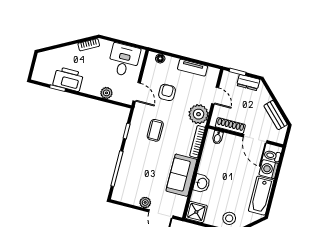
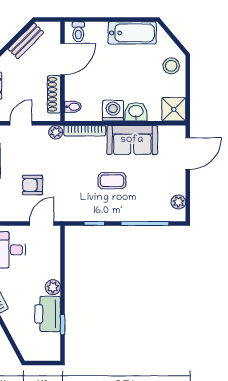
plant: (106, 93) -> (53, 287), moved
plant: (199, 114) -> (56, 132), width x0.53, depth x0.53
coffee table: (155, 130) -> (112, 181), moved
washing machine: (269, 169) -> (113, 111), moved, turned 180
plant: (145, 202) -> (178, 202), moved

